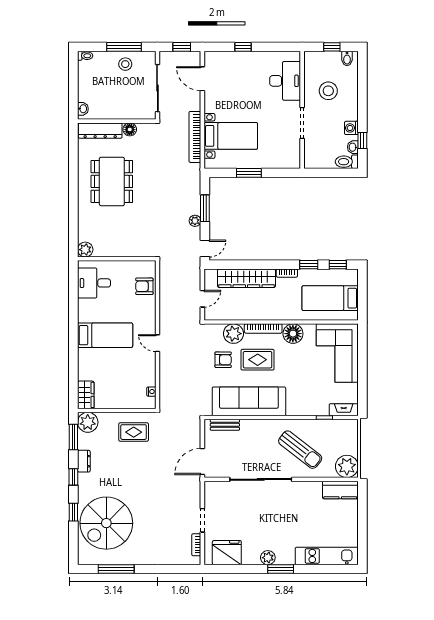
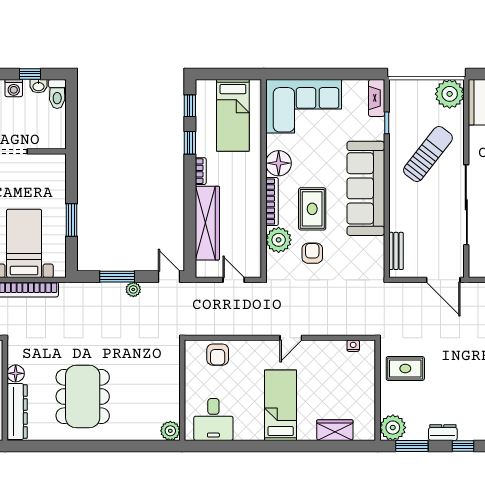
dining table: (112, 181) -> (83, 396), turned 90
wardrobe: (86, 395) -> (335, 430), moved
sofa: (249, 401) -> (366, 188), moved
rug: (134, 432) -> (405, 369), turned 90

